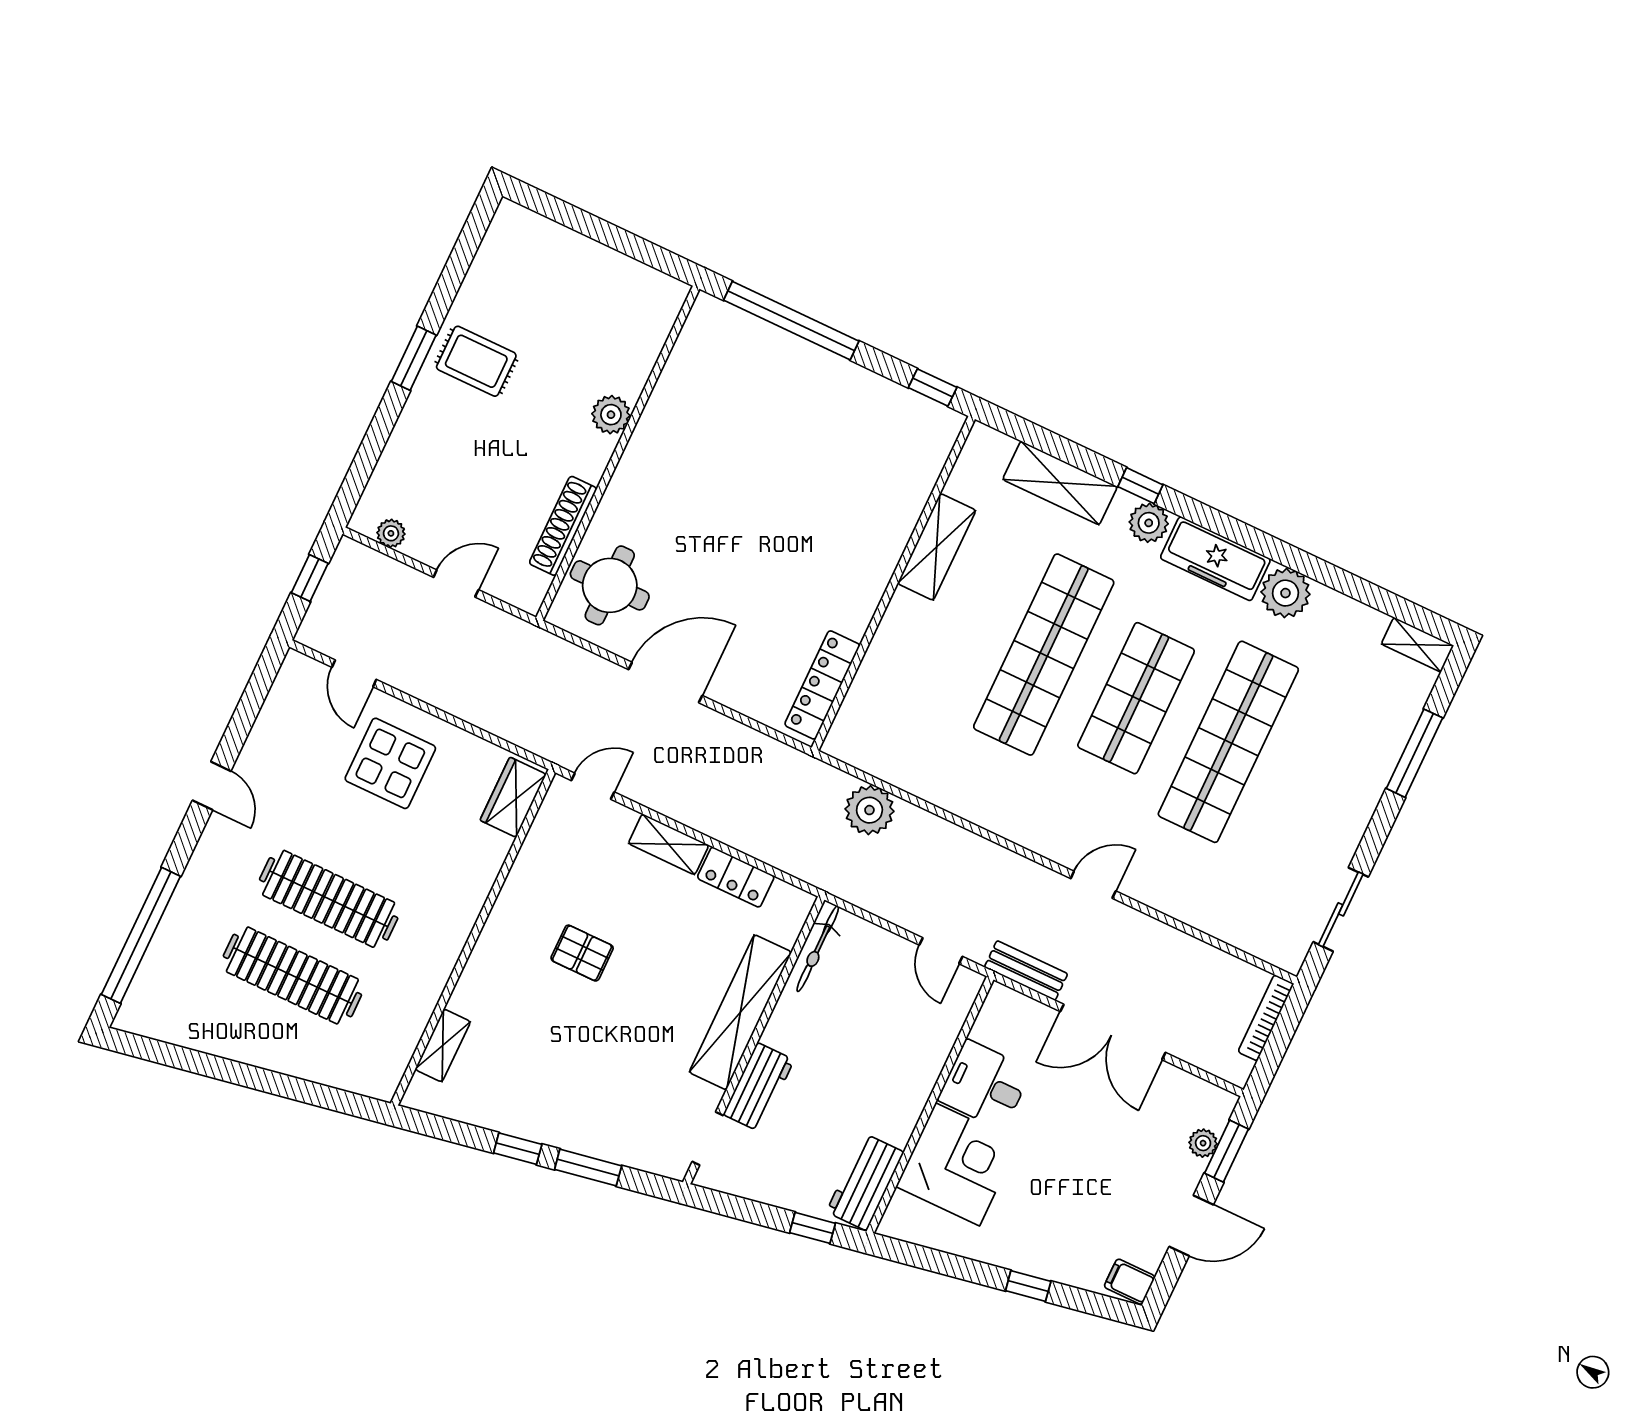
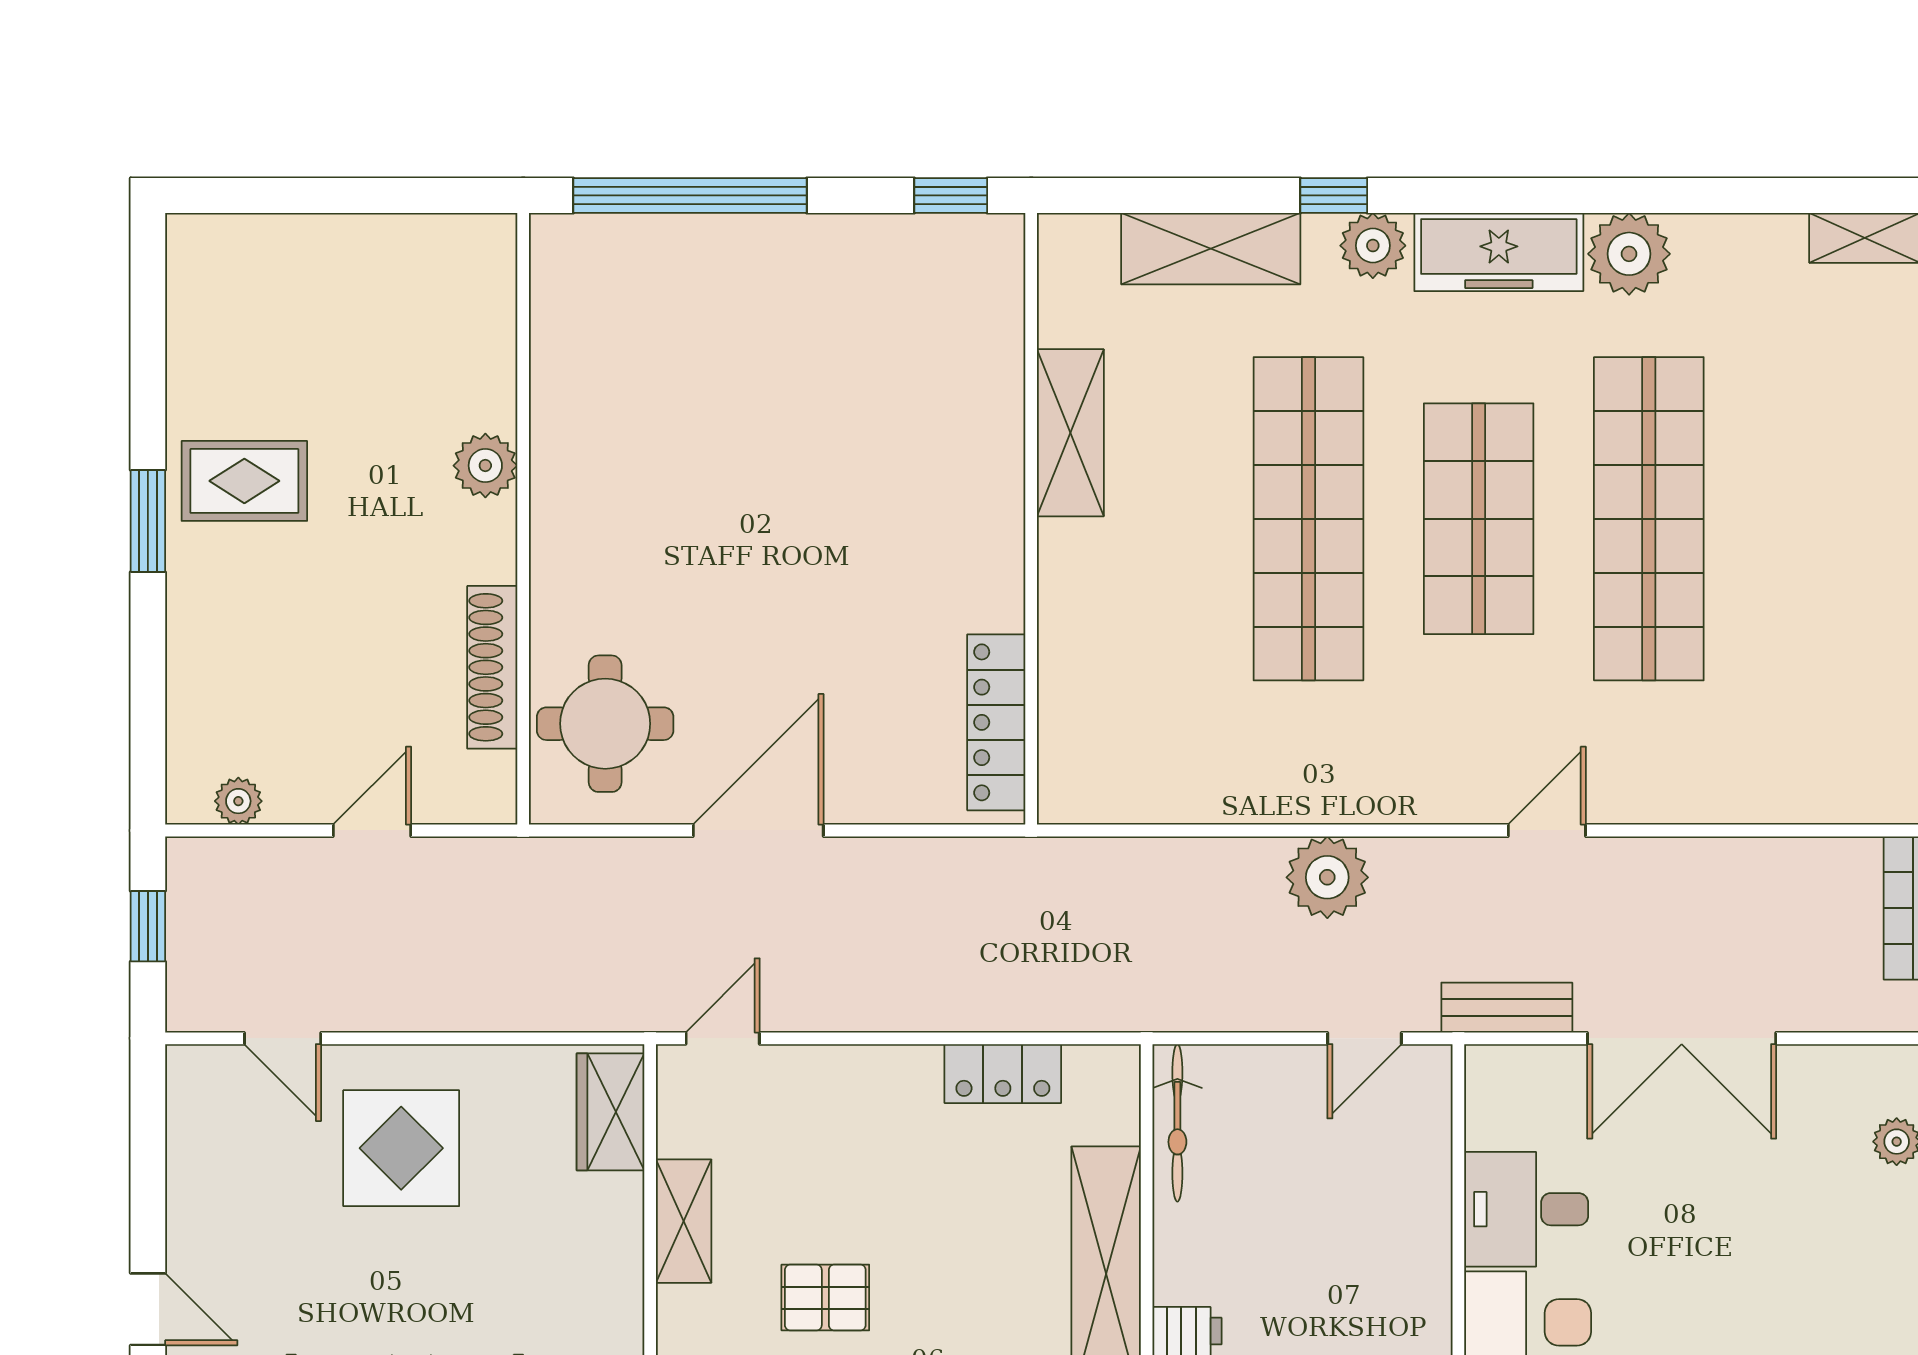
plant: (869, 810) -> (1327, 877), moved
shelving: (669, 844) -> (684, 1221), moved, turned 90
door: (941, 951) -> (1364, 1038), hinge flipped

